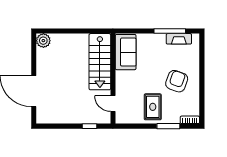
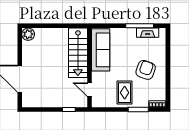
sofa: (126, 52) -> (101, 50), width x1.36

